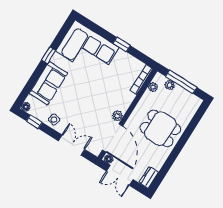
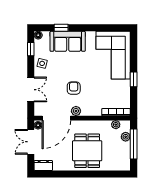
window: (49, 55) -> (61, 28), moved
armchair: (95, 105) -> (74, 88), added

